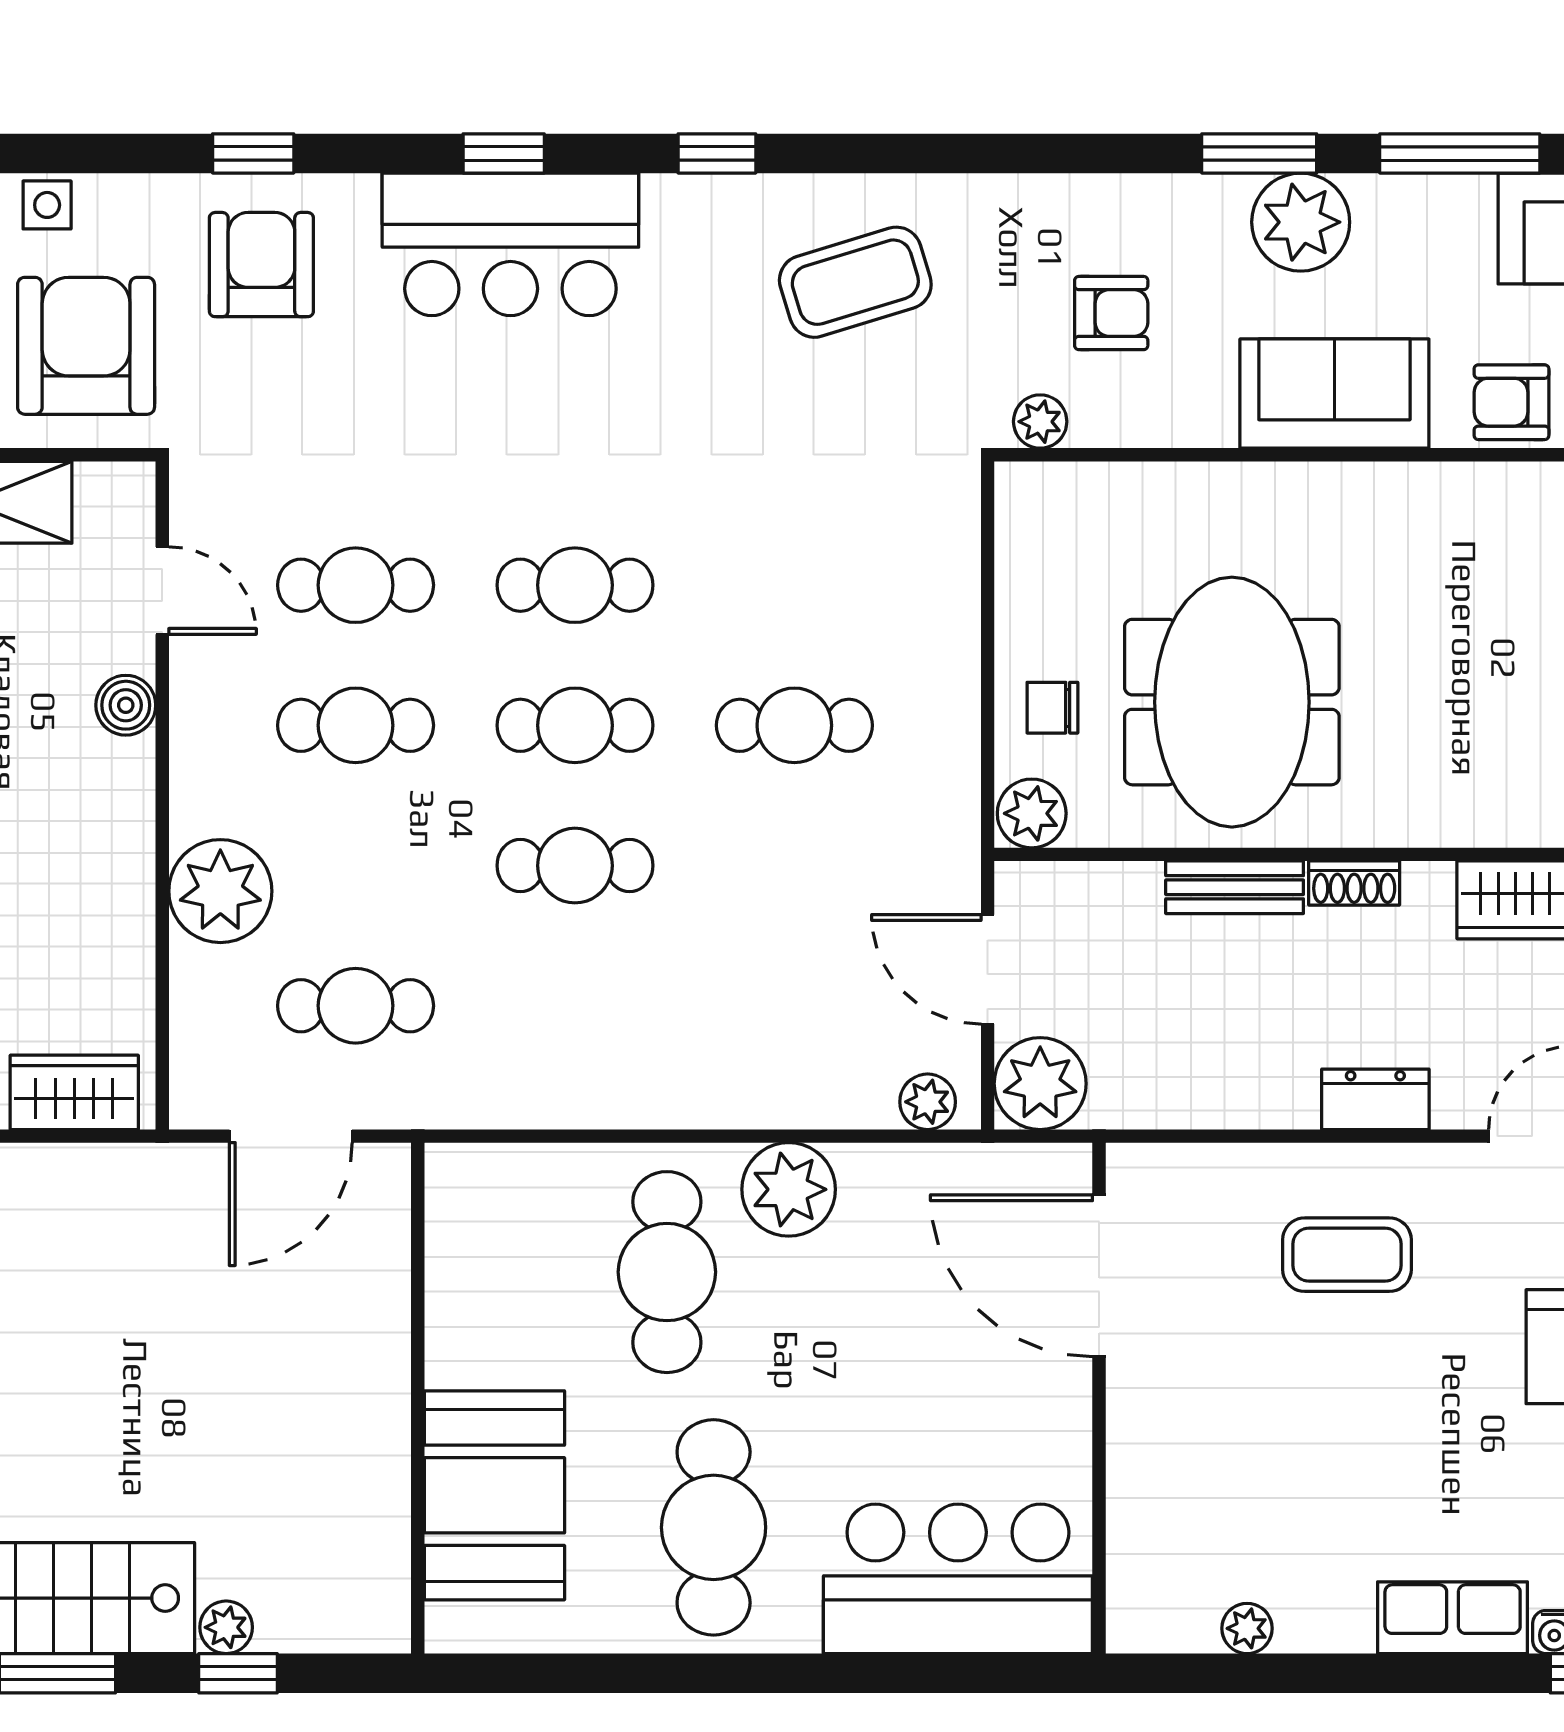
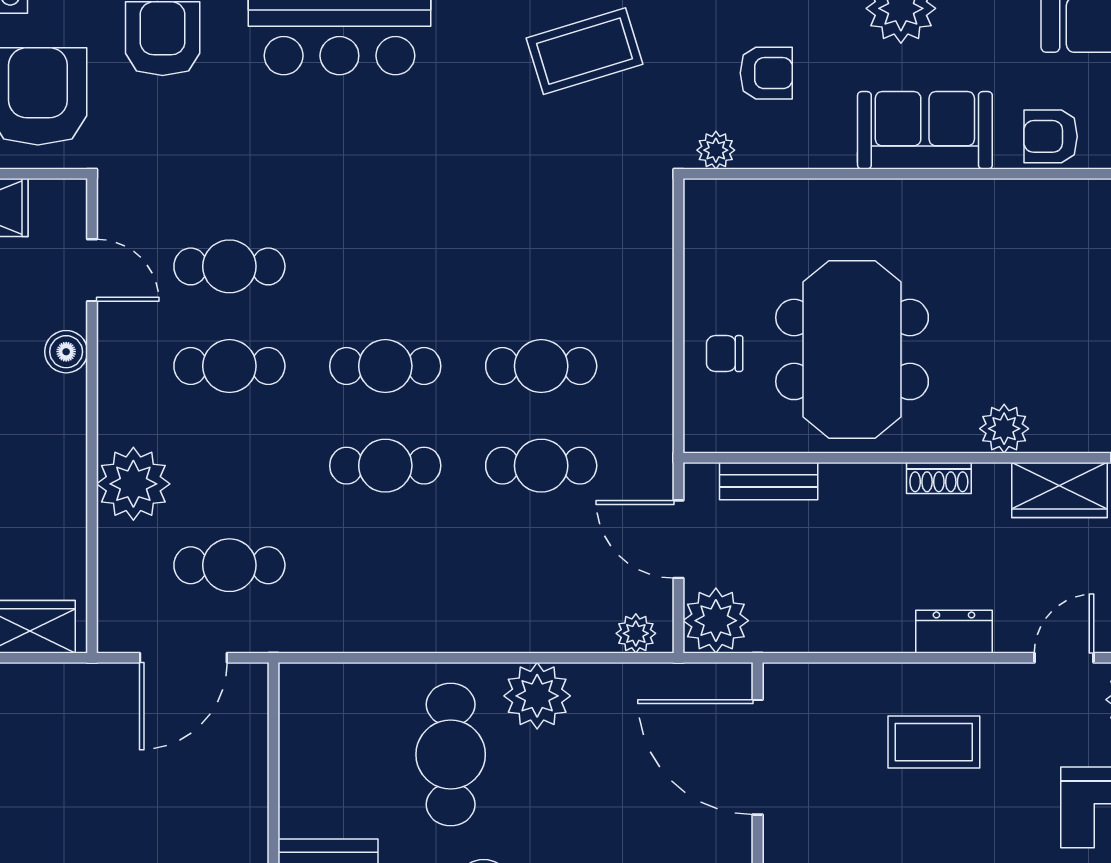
cafe table: (575, 585) -> (541, 466), moved
plant: (1032, 813) -> (1004, 429), moved
bench: (1235, 887) -> (769, 481), moved

